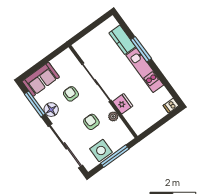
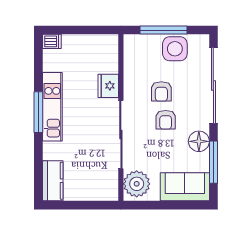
kitchen counter: (122, 40) -> (53, 181), moved
window: (141, 49) -> (38, 112), moved
armchair: (71, 94) -> (166, 120), moved
plant: (113, 116) -> (137, 184), moved, width x1.87, depth x1.87

